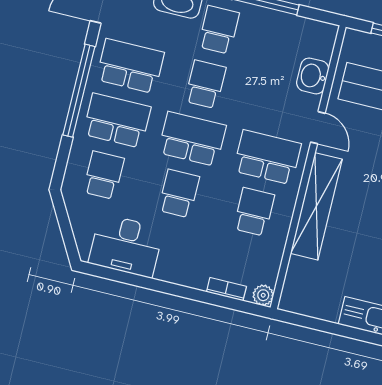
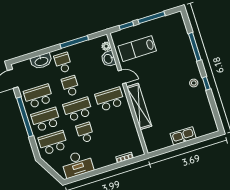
school desk: (104, 175) -> (53, 143), width x1.85
school desk: (254, 212) -> (117, 123), removed
plant: (263, 295) -> (106, 46), moved

